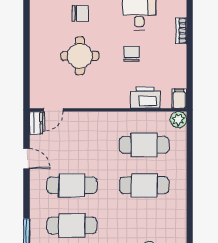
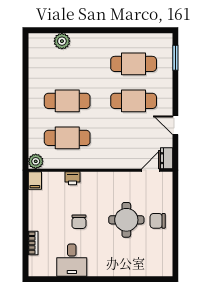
chair: (80, 13) -> (158, 221), moved
printer: (145, 98) -> (73, 178), width x0.53, depth x0.68

